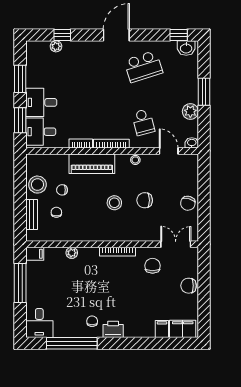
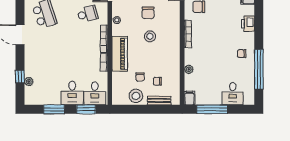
desk: (39, 323) -> (233, 94), moved, turned 90
printer: (113, 329) -> (248, 24), moved

